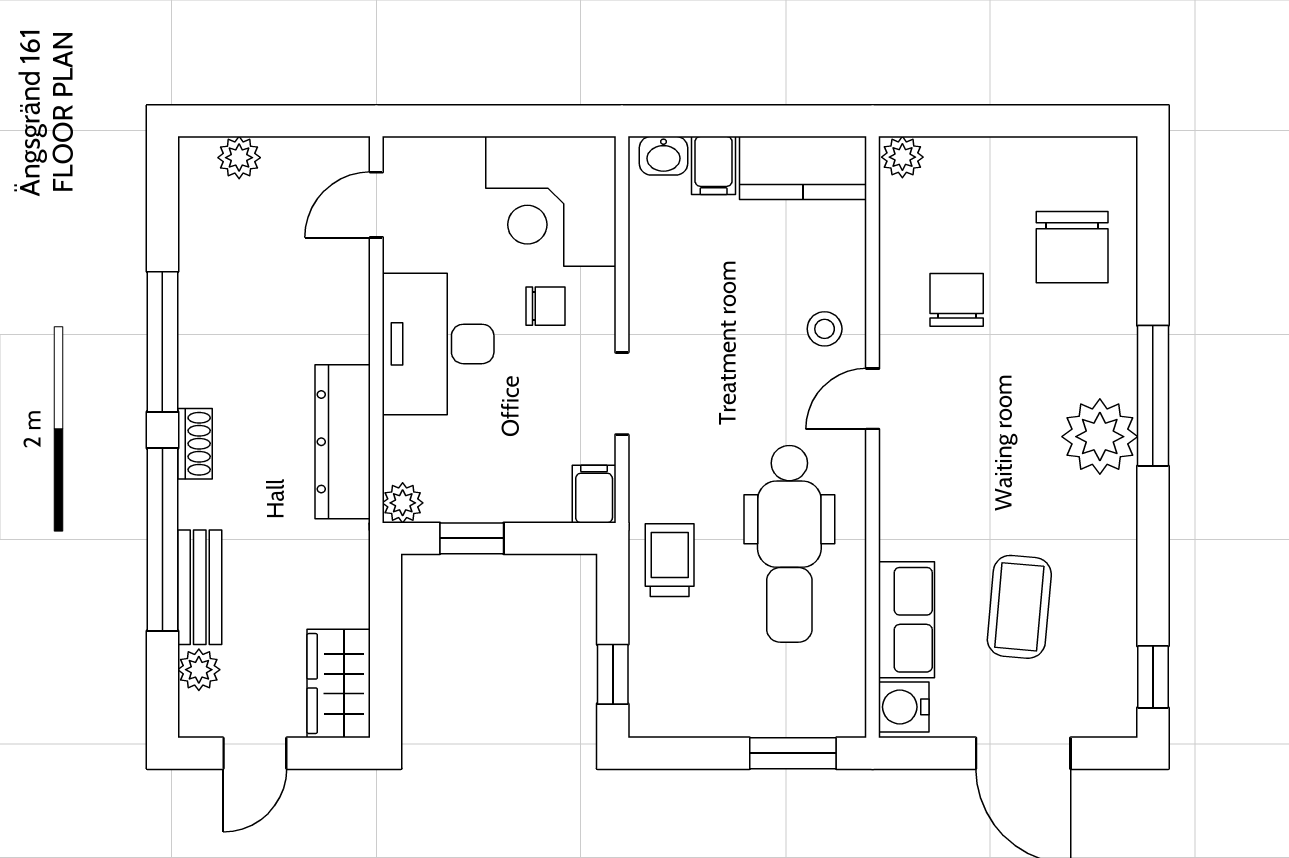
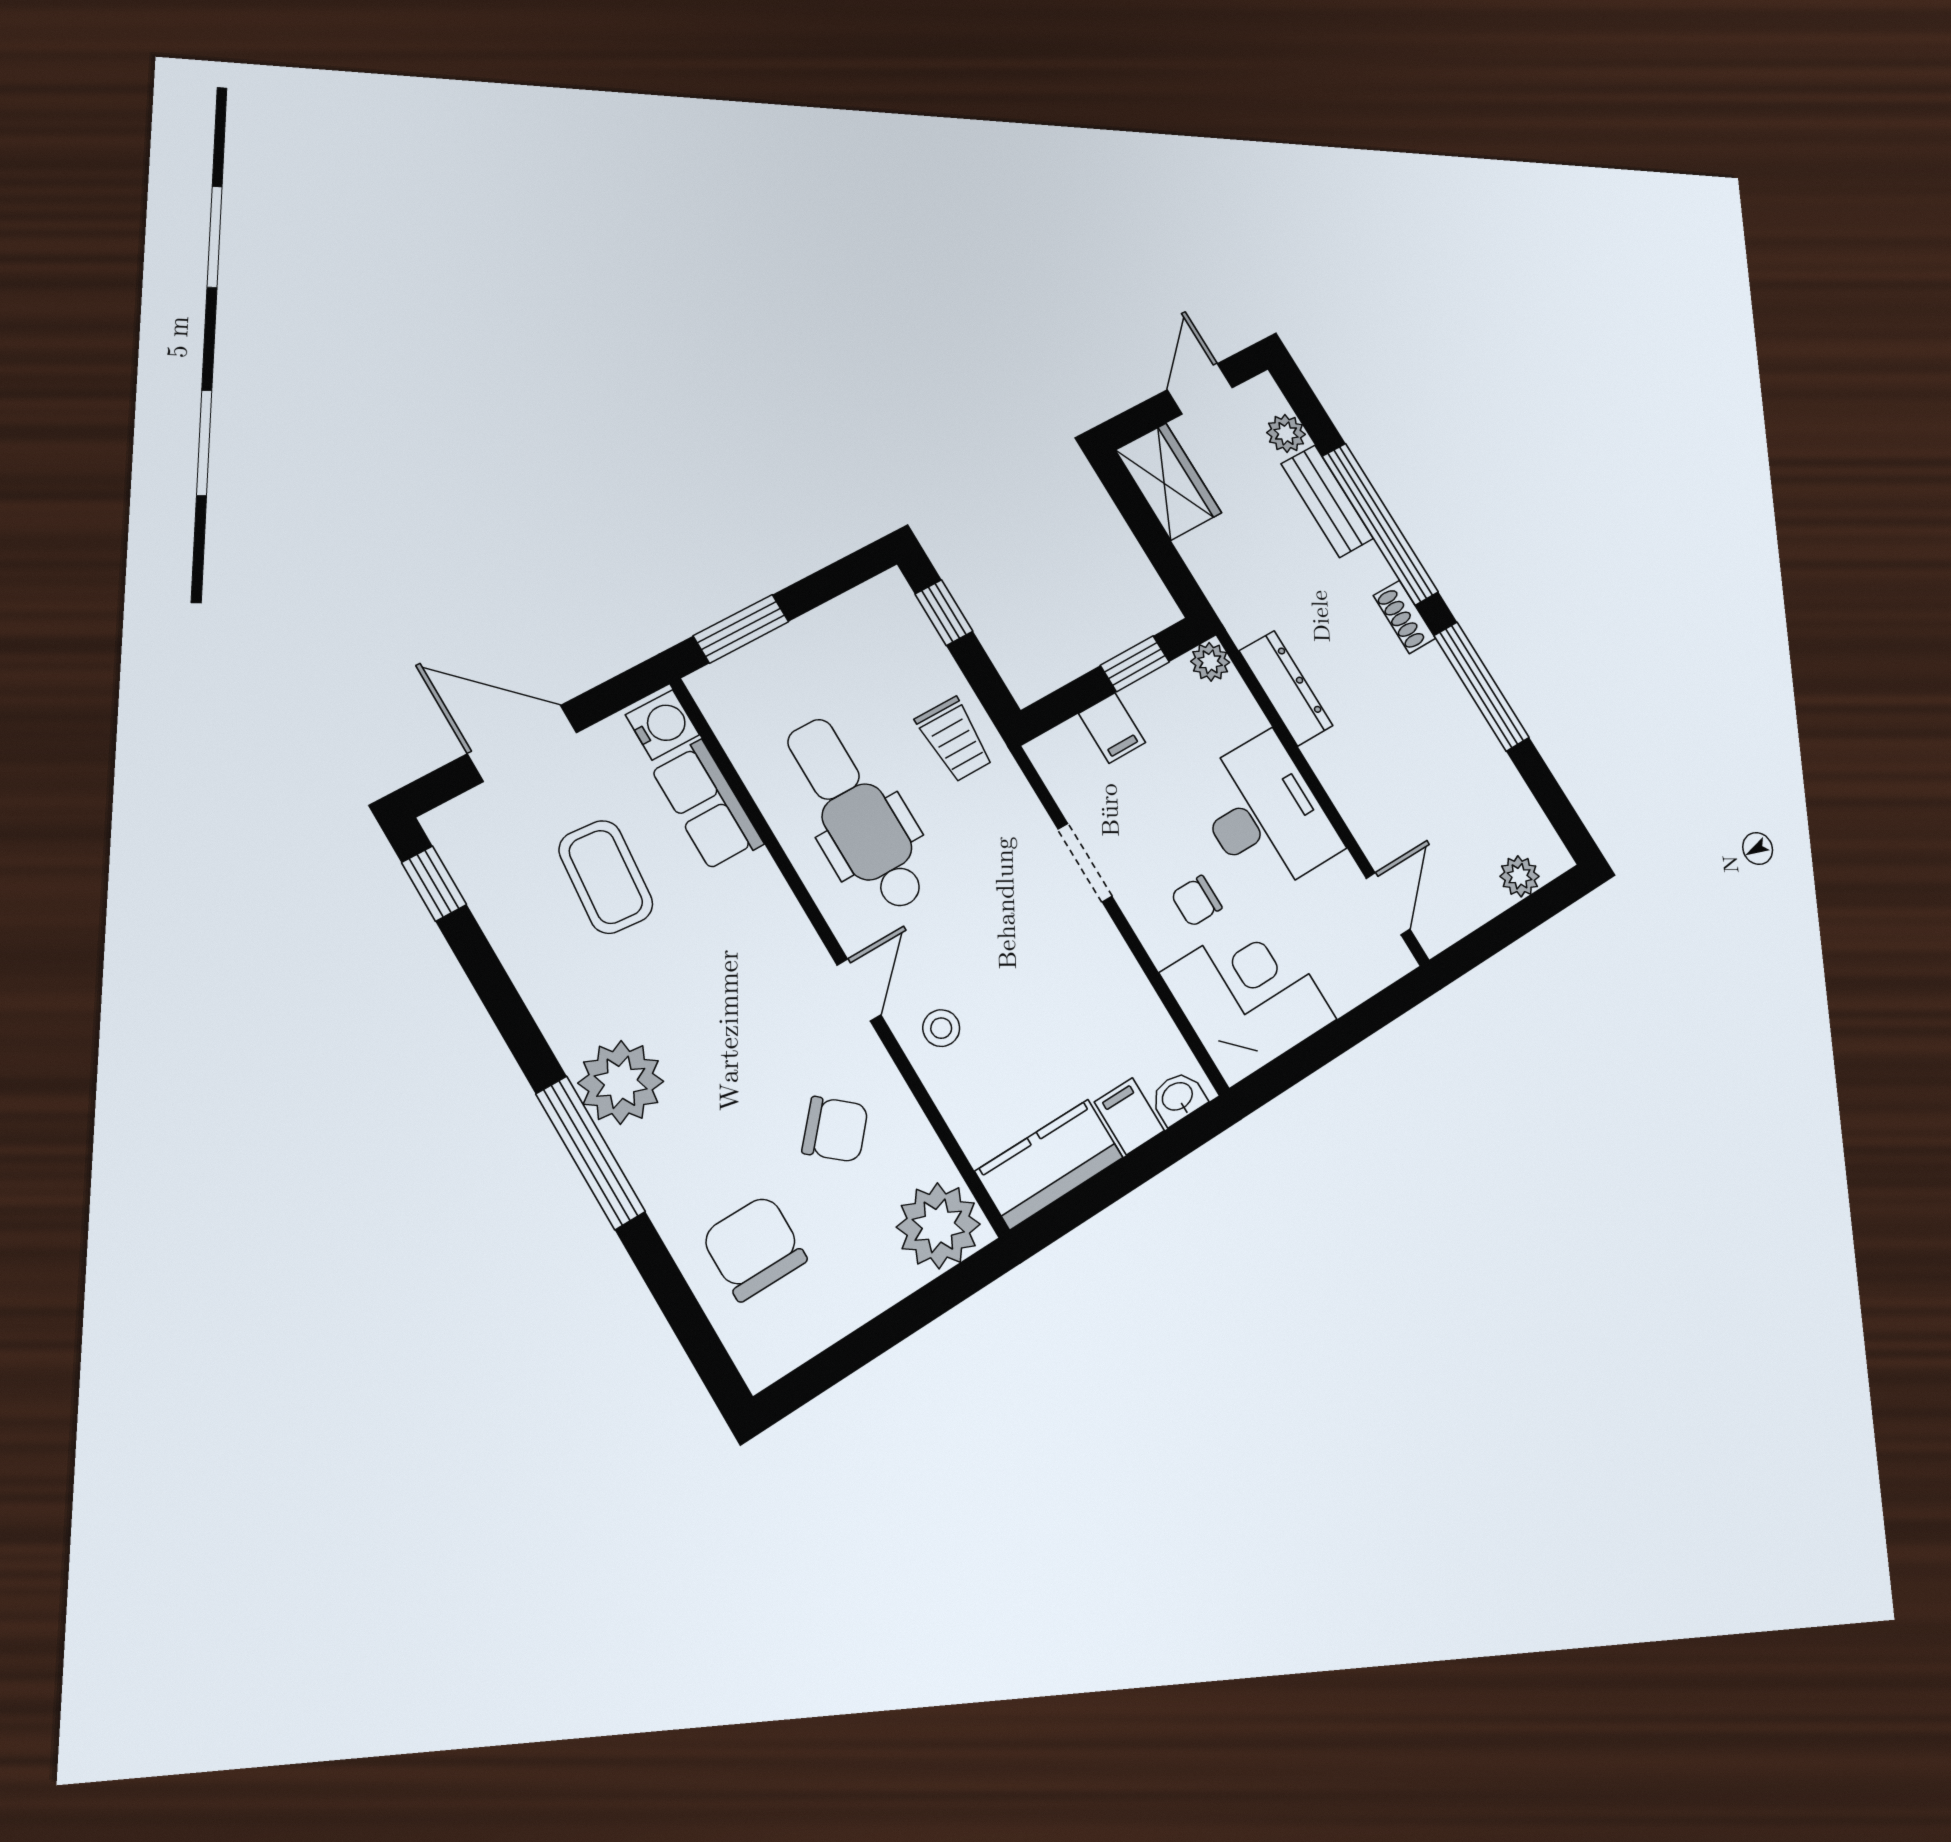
plant: (902, 157) -> (938, 1226), width x1.88, depth x1.88
chair: (957, 300) -> (835, 1129), turned -49
dresser: (343, 442) -> (1286, 688), width x0.73, depth x0.80
filing cabinet: (594, 494) -> (1112, 728), moved

